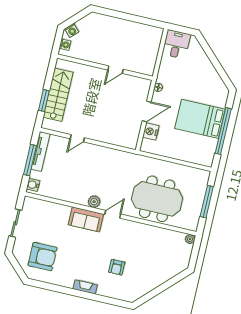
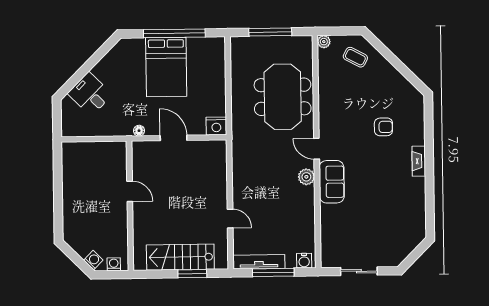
desk: (176, 44) -> (90, 94), moved, turned 45
nightstand: (151, 132) -> (216, 126), moved
armchair: (42, 257) -> (393, 226), removed
coffee table: (173, 259) -> (355, 57), added

